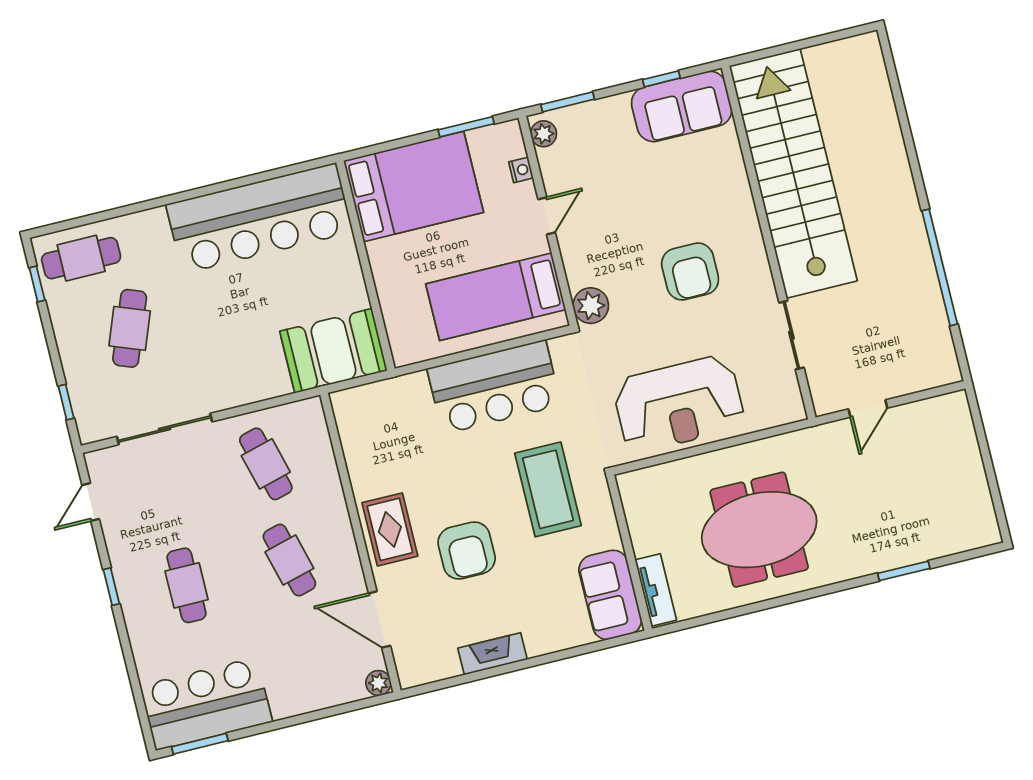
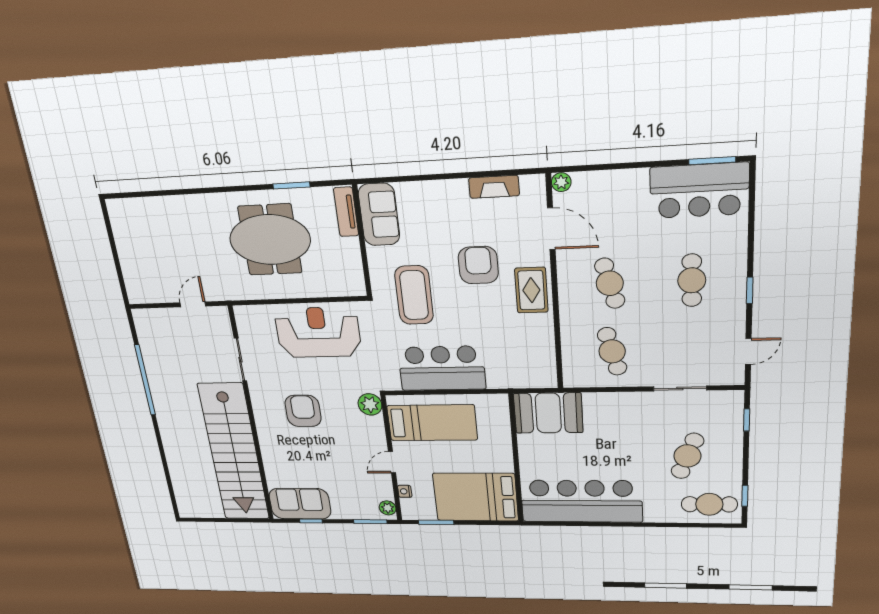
sliding door: (164, 429) -> (680, 388), width x0.73
window: (904, 571) -> (291, 185), moved
fireplace: (492, 654) -> (494, 187), moved

